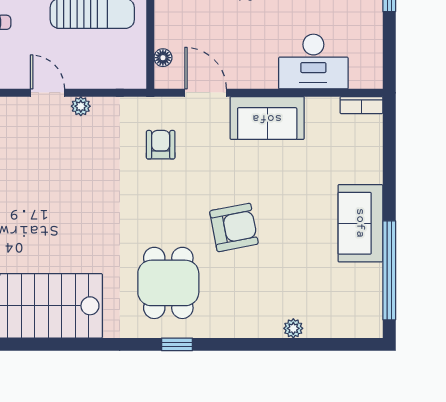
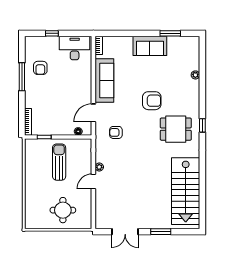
desk: (313, 62) -> (75, 48), moved, turned -90
sofa: (267, 118) -> (104, 81), width x1.36
armchair: (234, 227) -> (152, 101), turned 101
window: (389, 270) -> (170, 33), width x0.47

